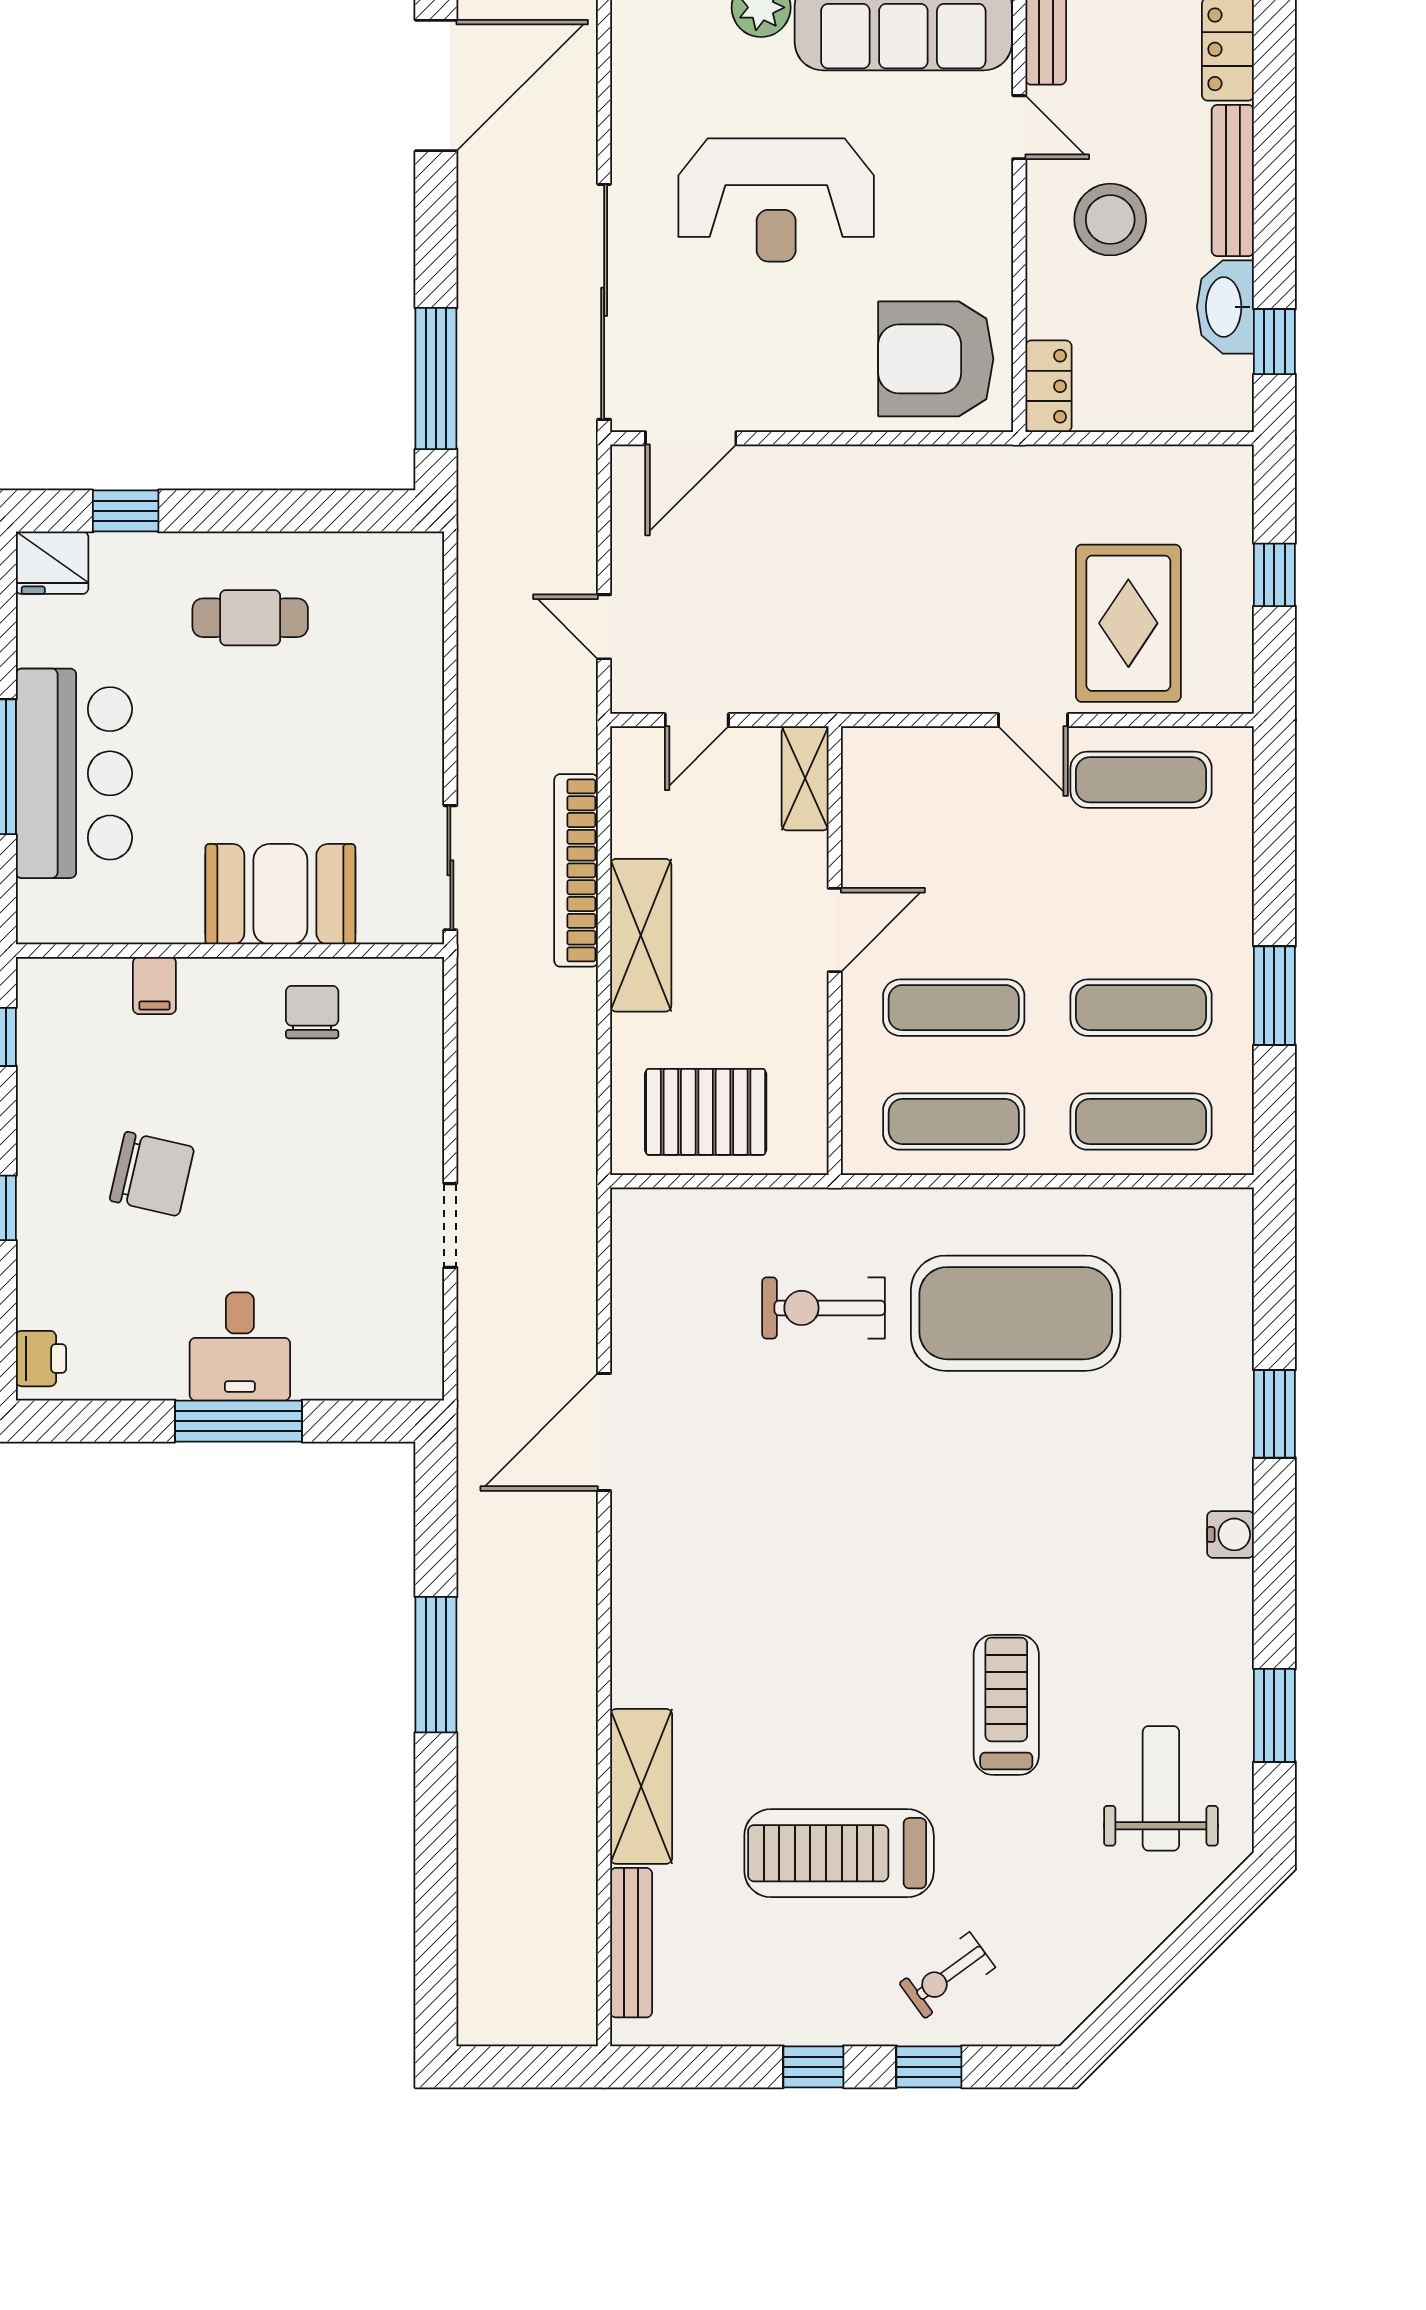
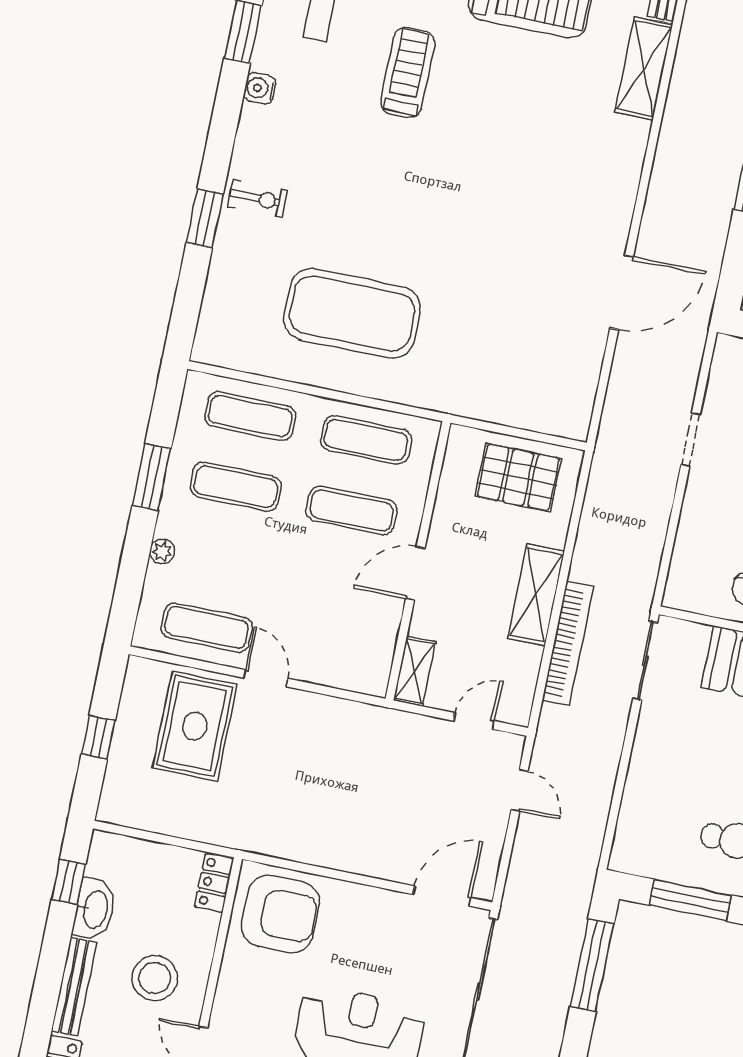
window: (304, 511) -> (691, 900), added
plant: (1234, 884) -> (162, 551), added
exercise bike: (824, 1308) -> (258, 198), moved, width x0.73, depth x0.72
water cooler: (1231, 1534) -> (260, 88), moved
treadmill: (1006, 1705) -> (408, 72), turned 180

